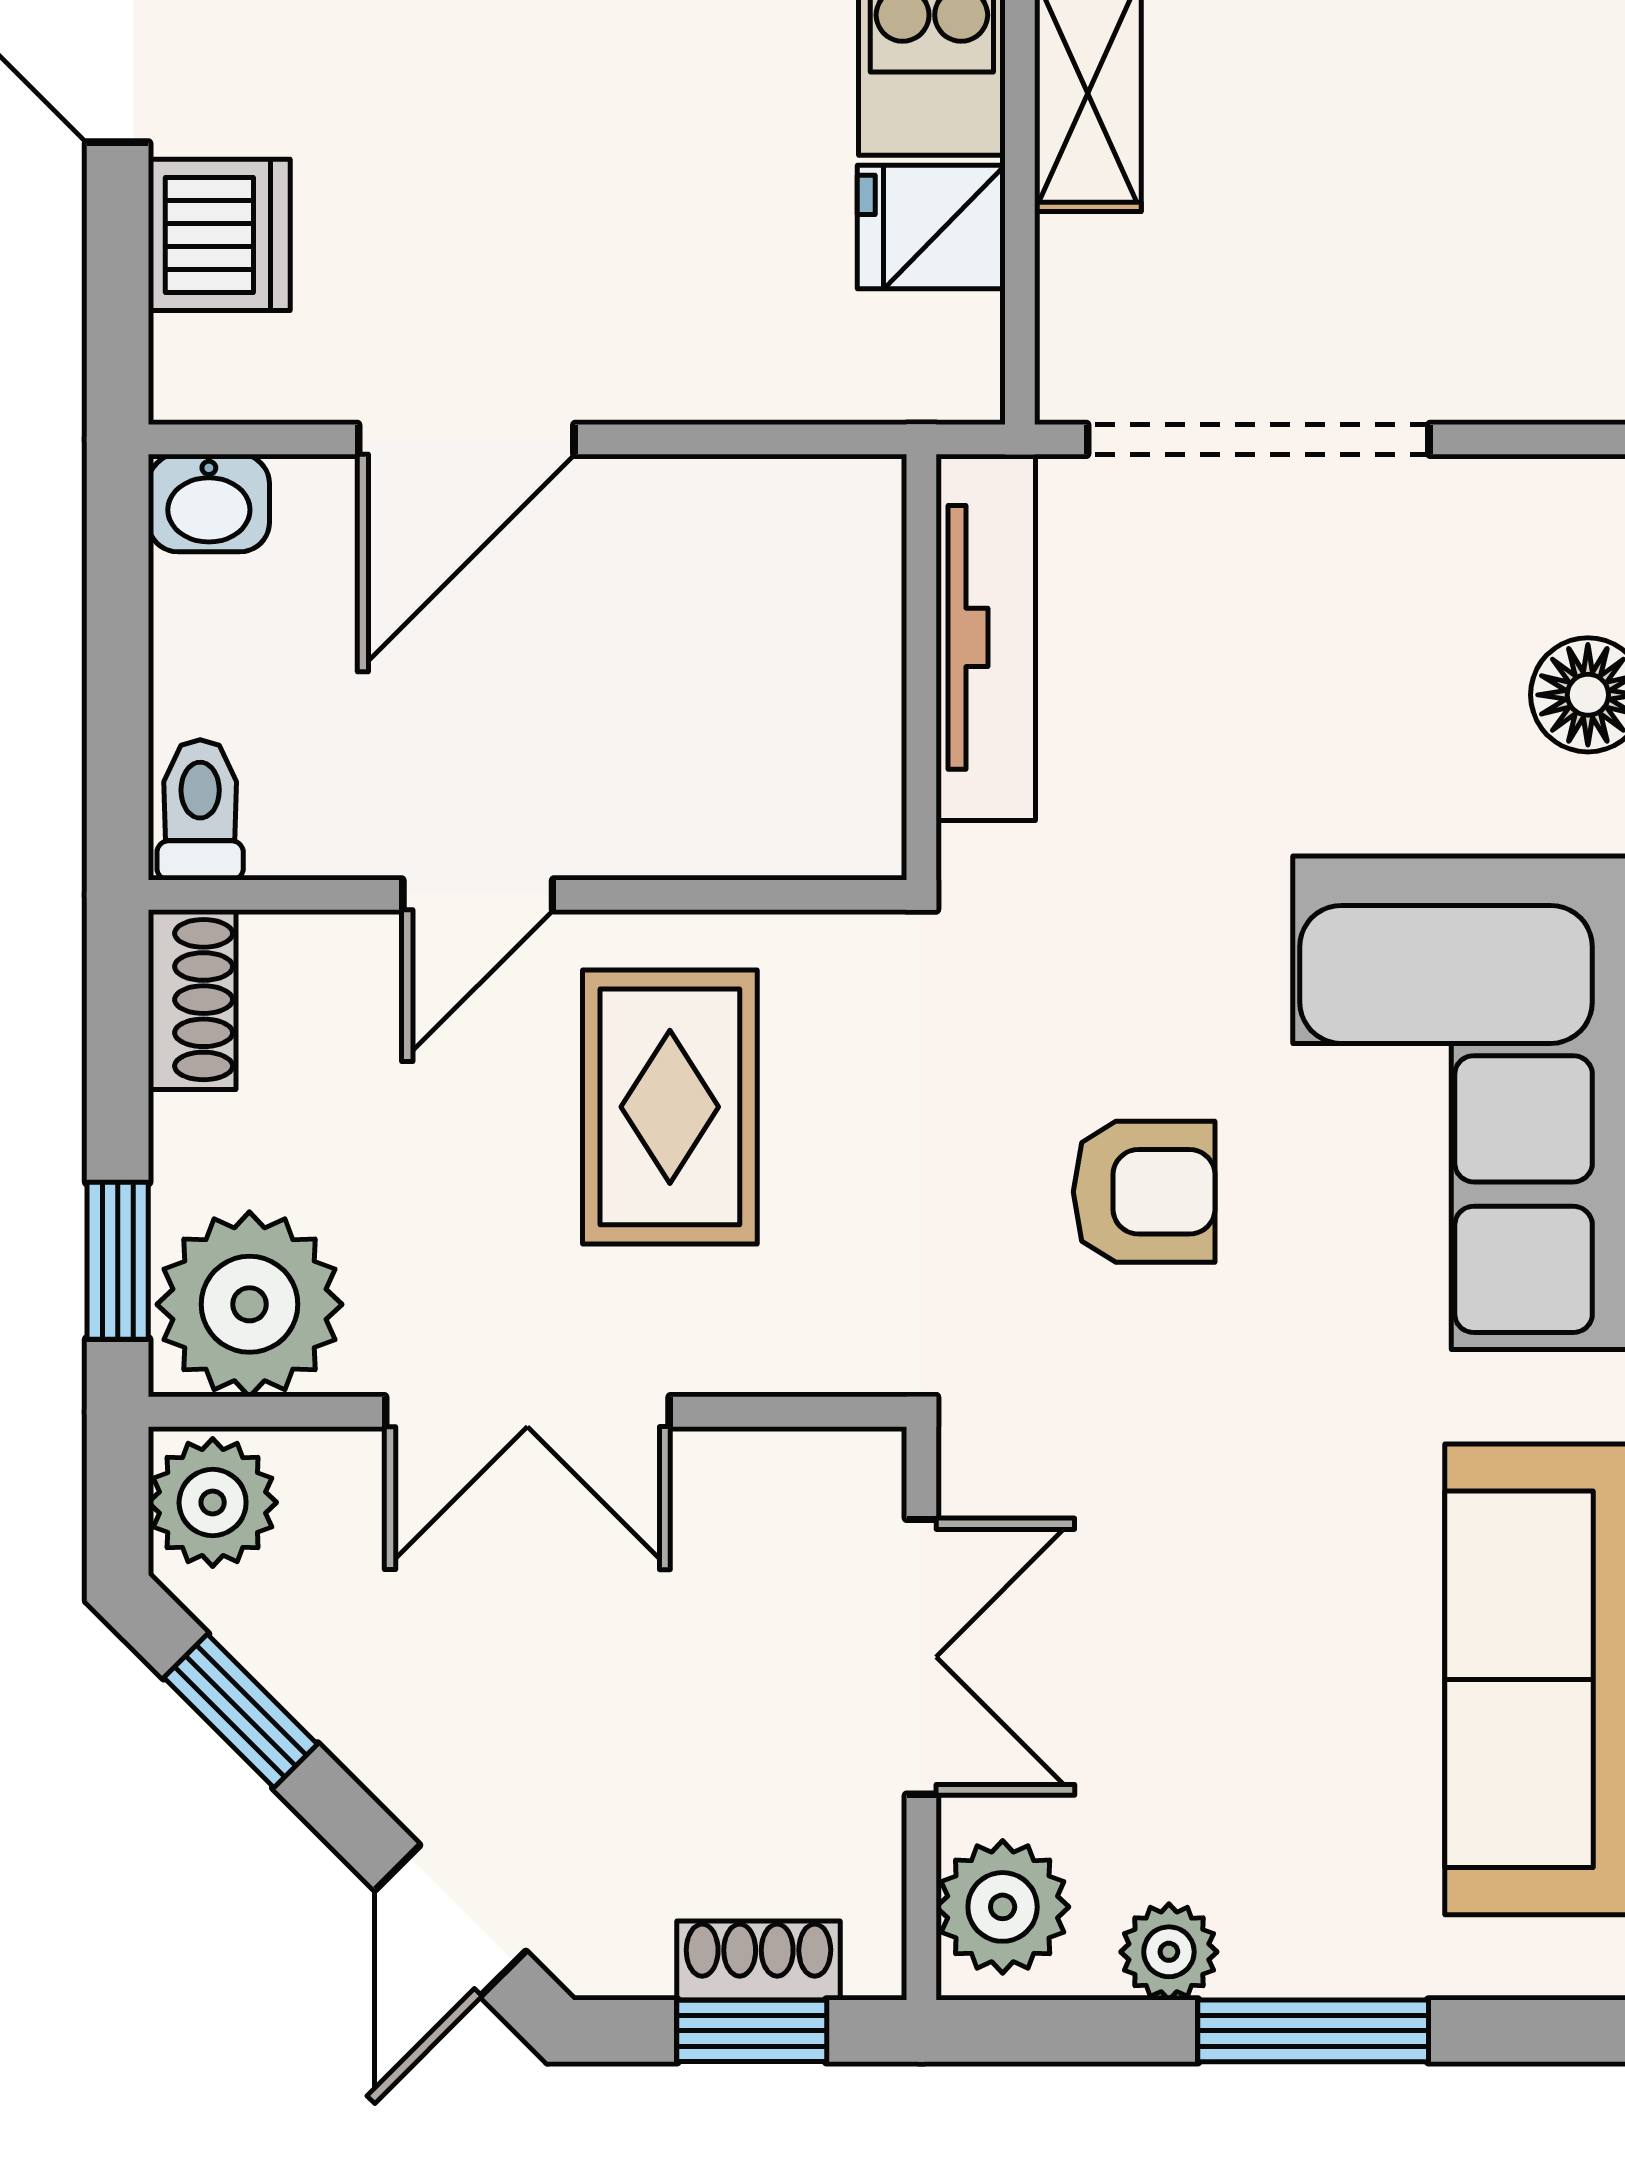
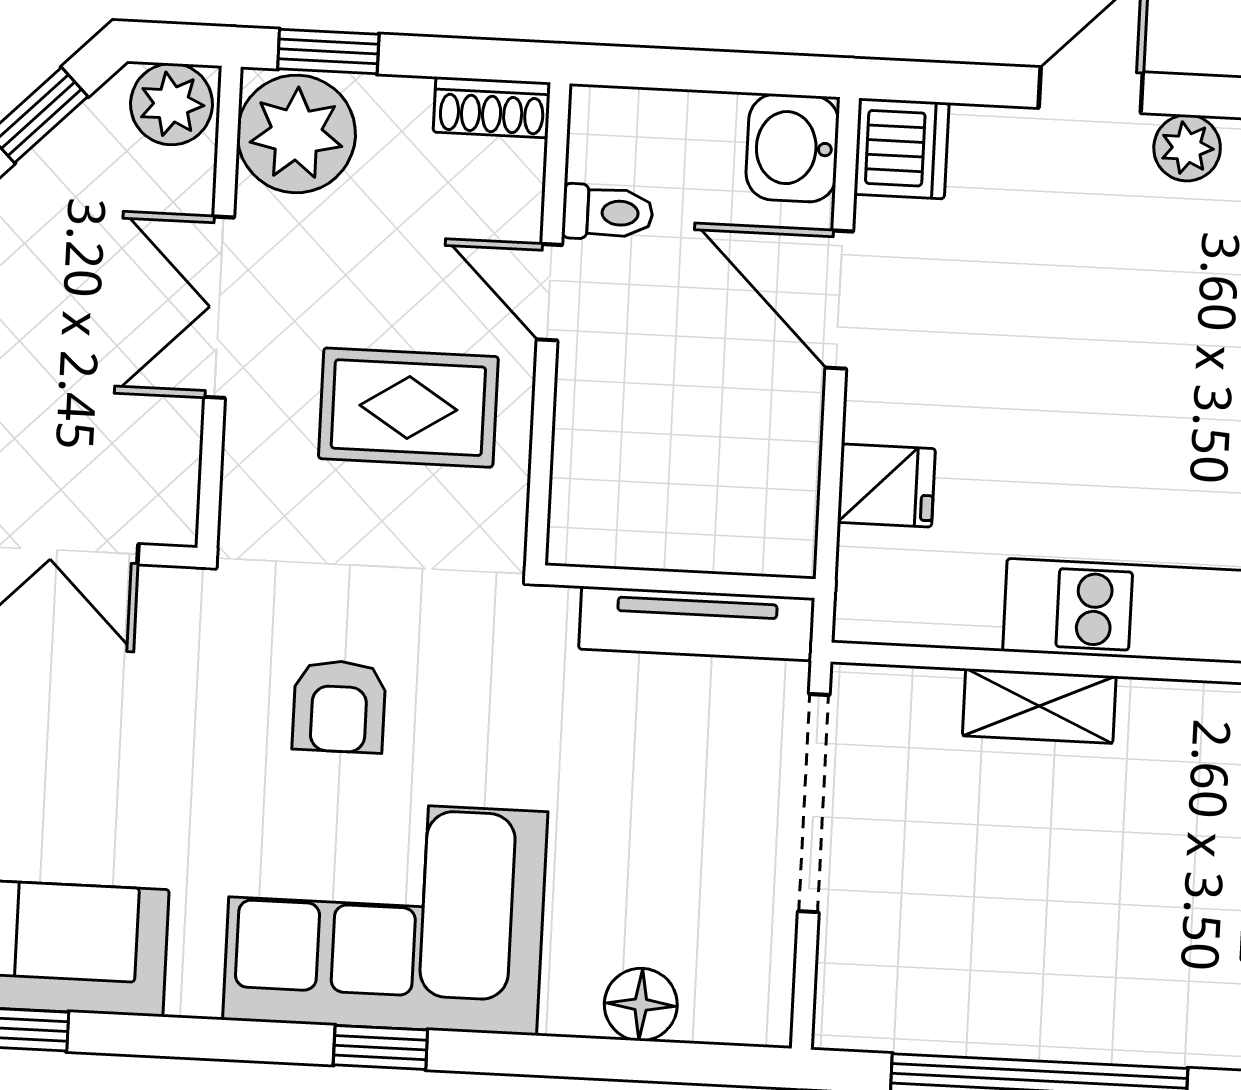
fridge: (931, 227) -> (886, 485), moved, turned 90
dishwasher: (219, 235) -> (902, 148), moved, turned -90
washbasin: (209, 503) -> (792, 148), width x1.38, depth x1.45
toilet: (200, 810) -> (608, 213), moved

